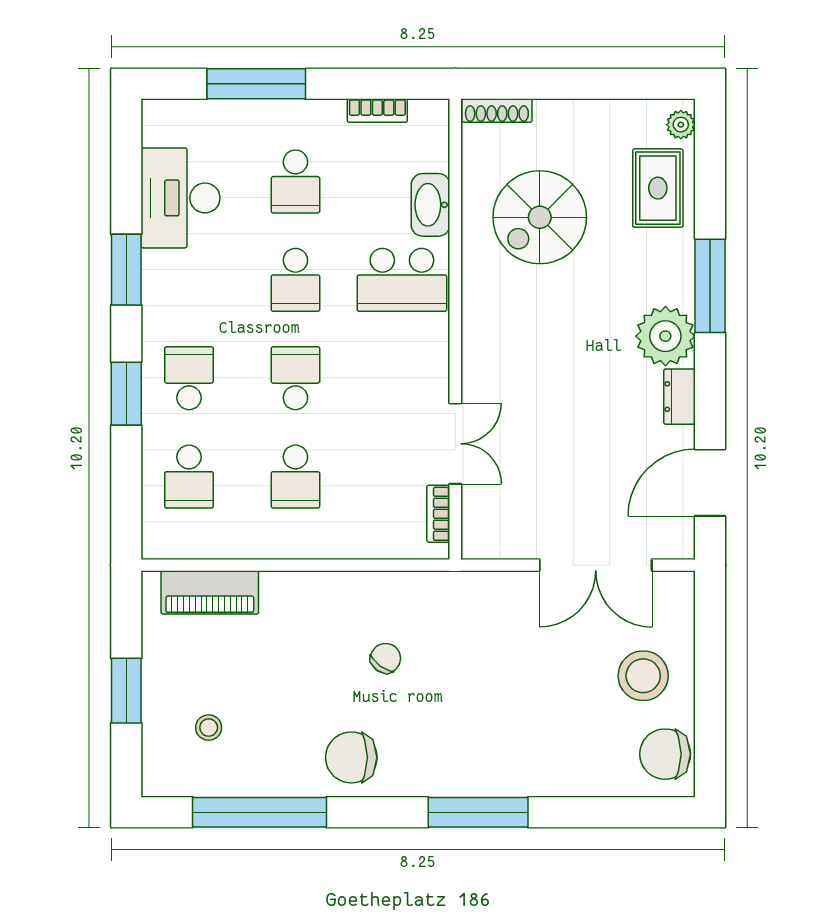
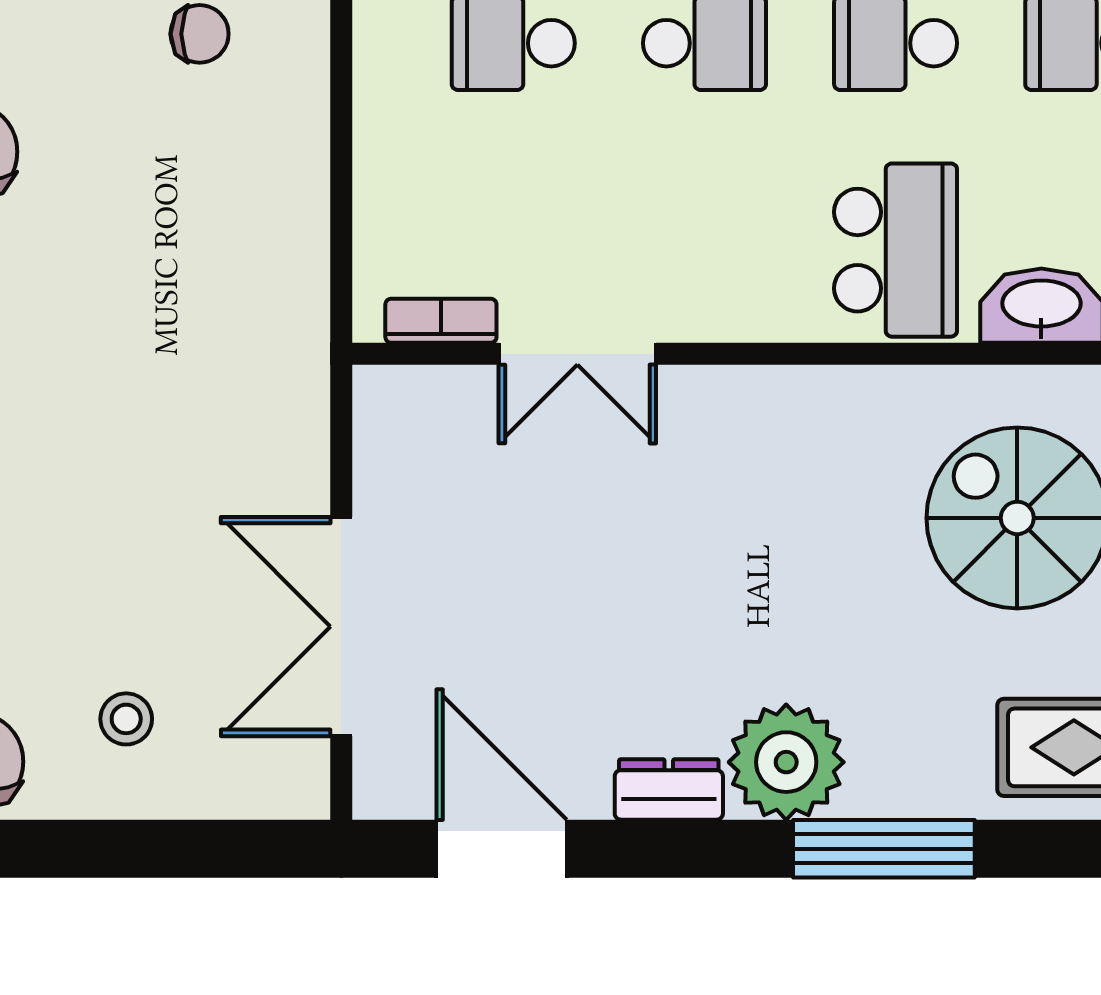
school desk: (402, 280) -> (896, 250), turned 180
chair: (386, 658) -> (200, 34), moved, turned -36
stool: (643, 676) -> (126, 719), width x0.53, depth x0.53

